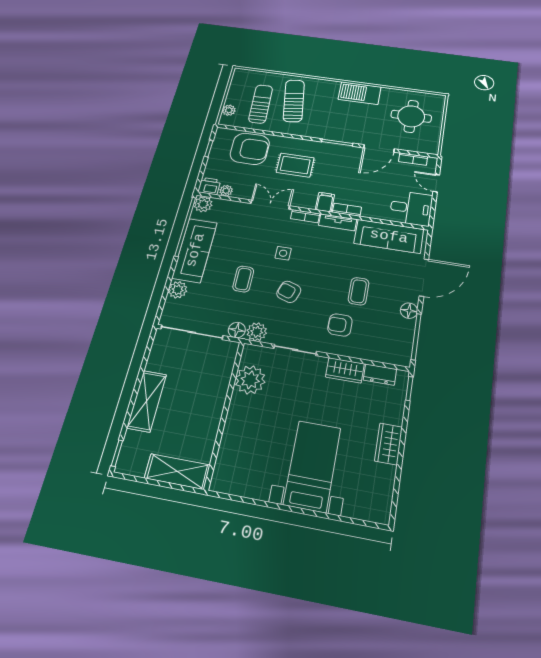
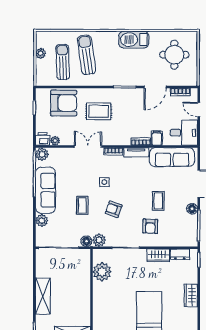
plant: (229, 110) -> (41, 53), moved
filing cabinet: (325, 202) -> (157, 138), moved
armchair: (340, 325) -> (150, 226), turned -88

